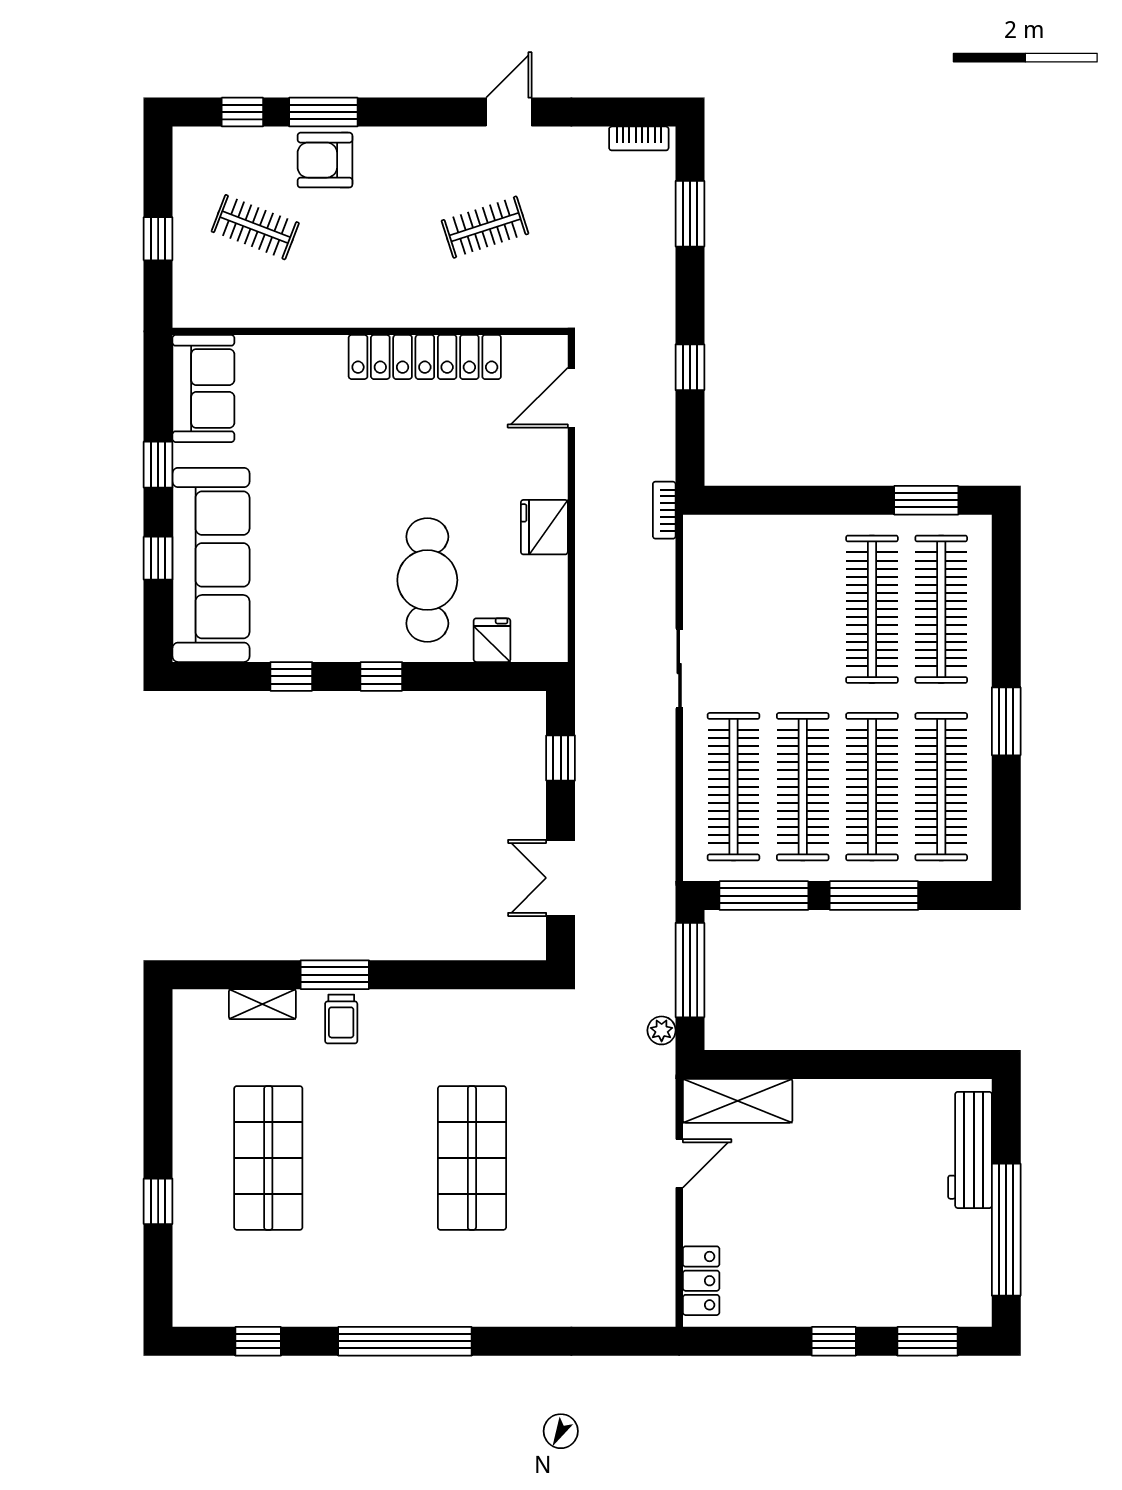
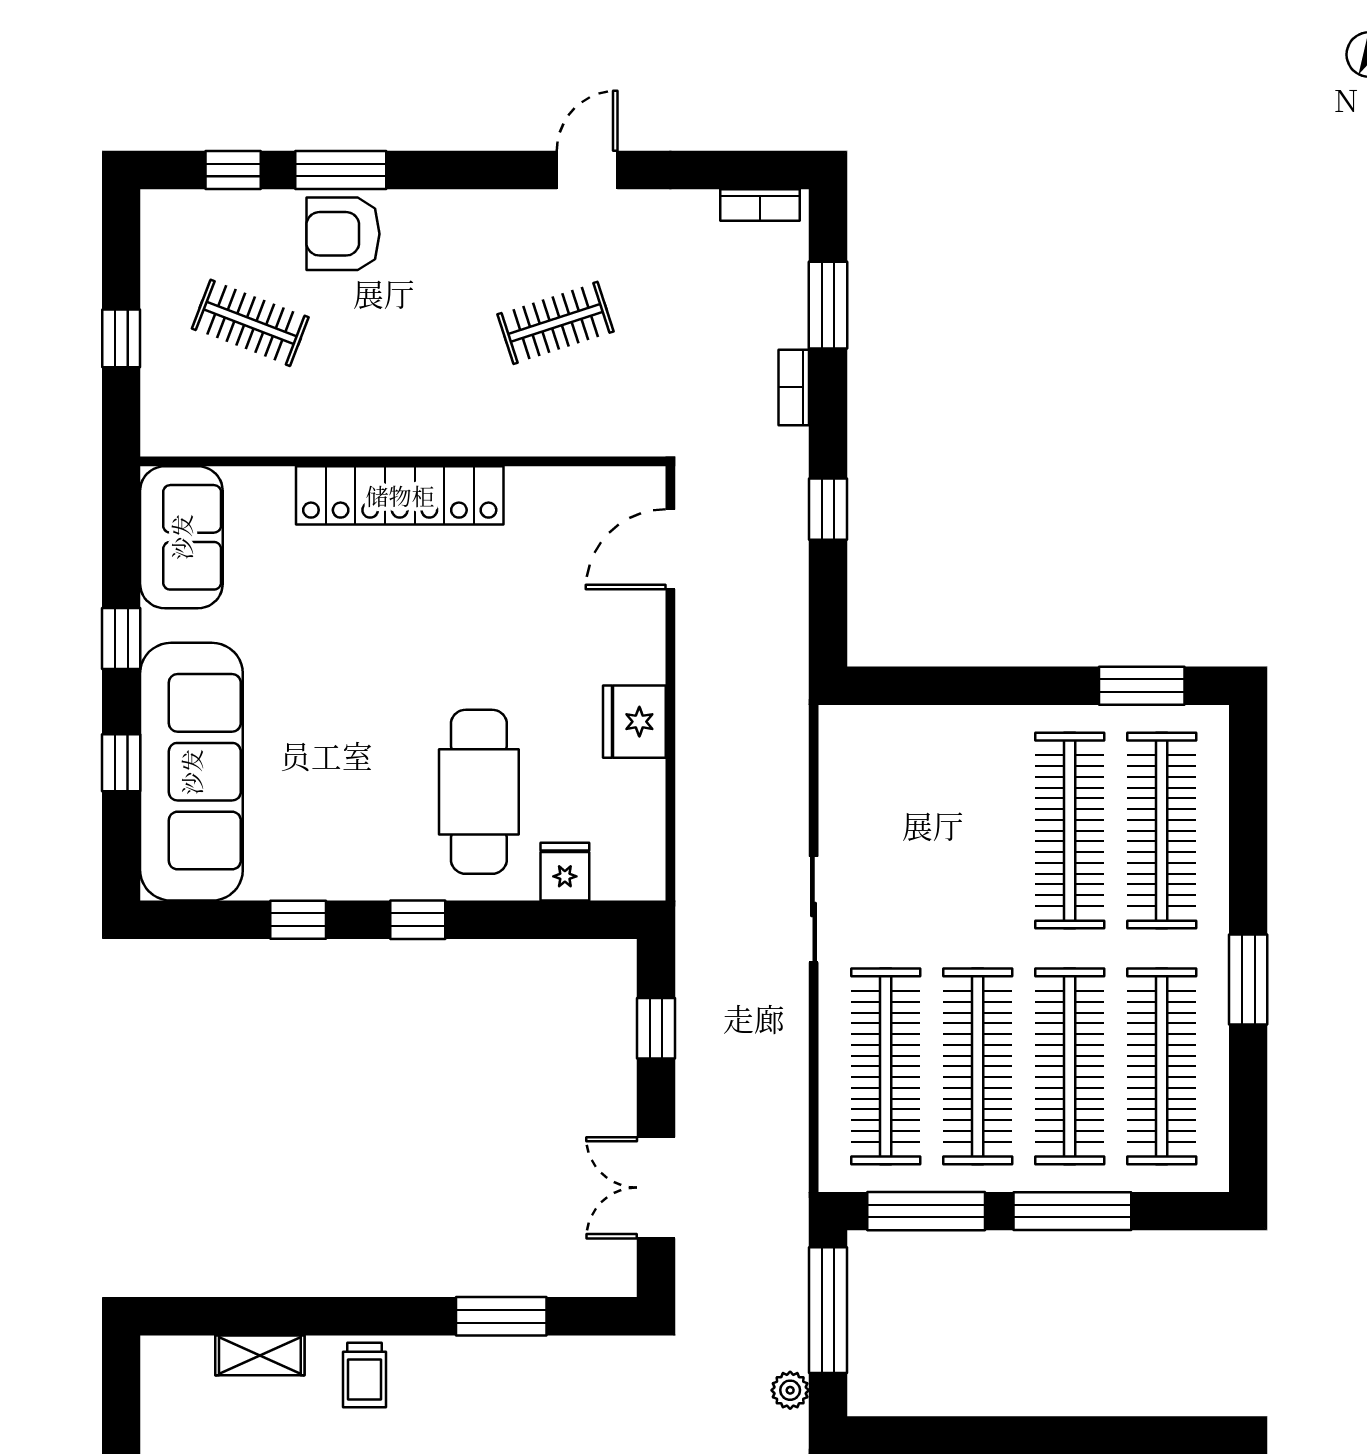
locker: (425, 357) -> (400, 495), moved
bookcase: (664, 510) -> (794, 387), moved
window: (335, 975) -> (501, 1316), moved

